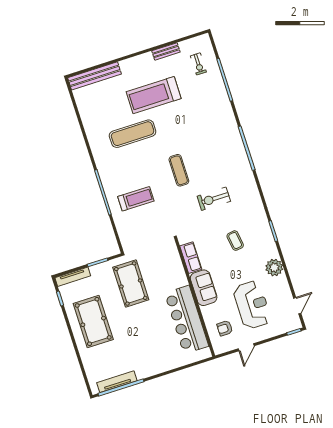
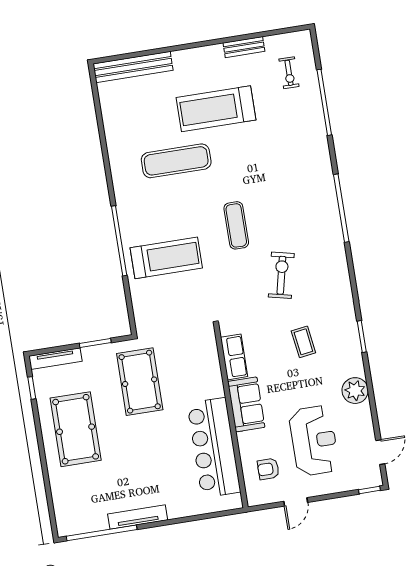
treadmill: (136, 199) -> (166, 258), width x1.37, depth x1.38
exercise bike: (214, 199) -> (281, 275), turned 103
tv unit: (117, 382) -> (138, 517), moved

